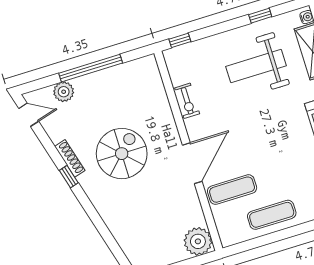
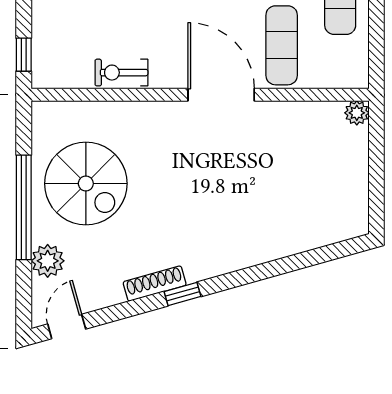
exercise bike: (187, 101) -> (121, 73), turned 180
spiral stairs: (122, 154) -> (86, 184), moved, turned 180
plant: (198, 241) -> (357, 113), width x0.53, depth x0.53

